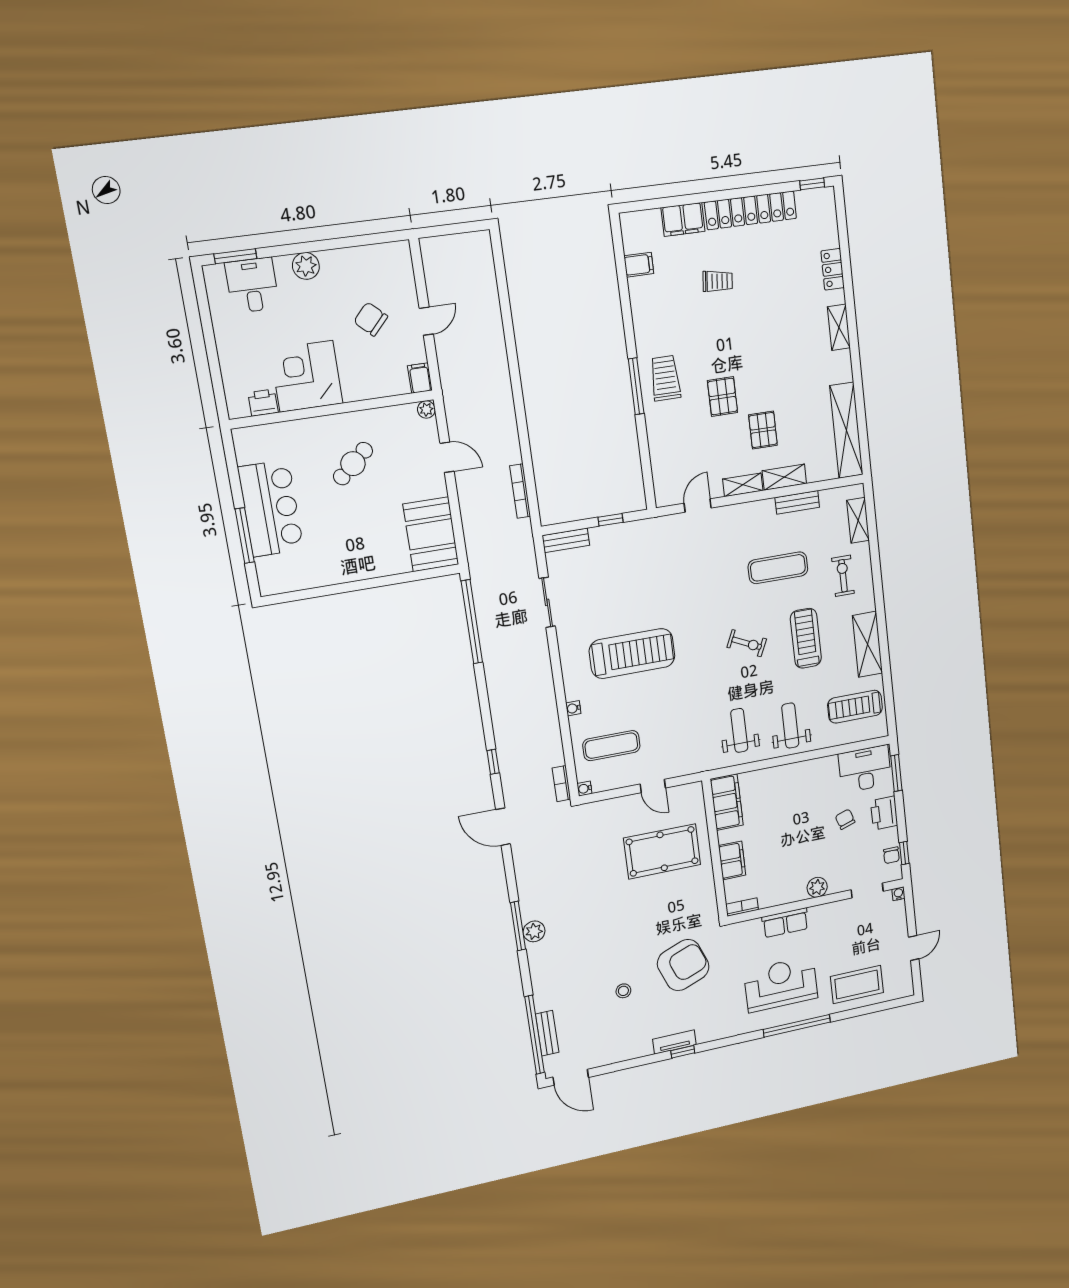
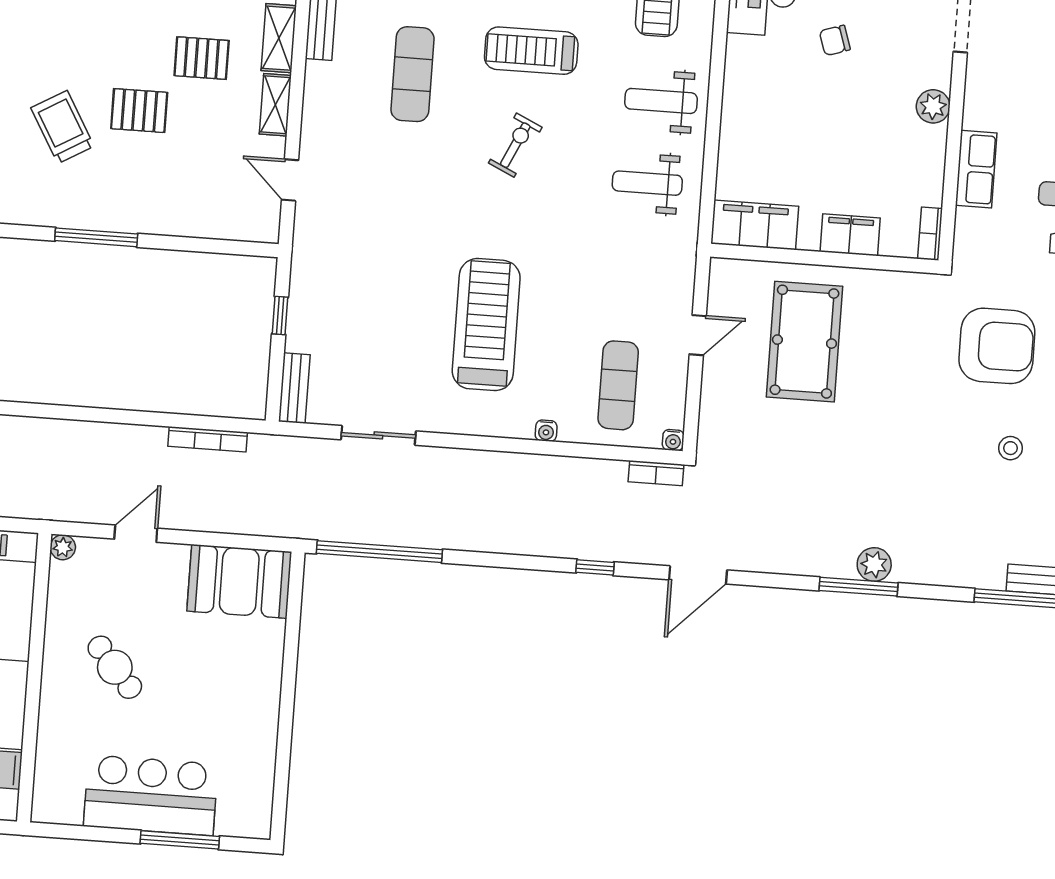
trolley: (665, 378) -> (62, 127), moved, turned 60
armchair: (683, 965) -> (997, 346), turned 111

